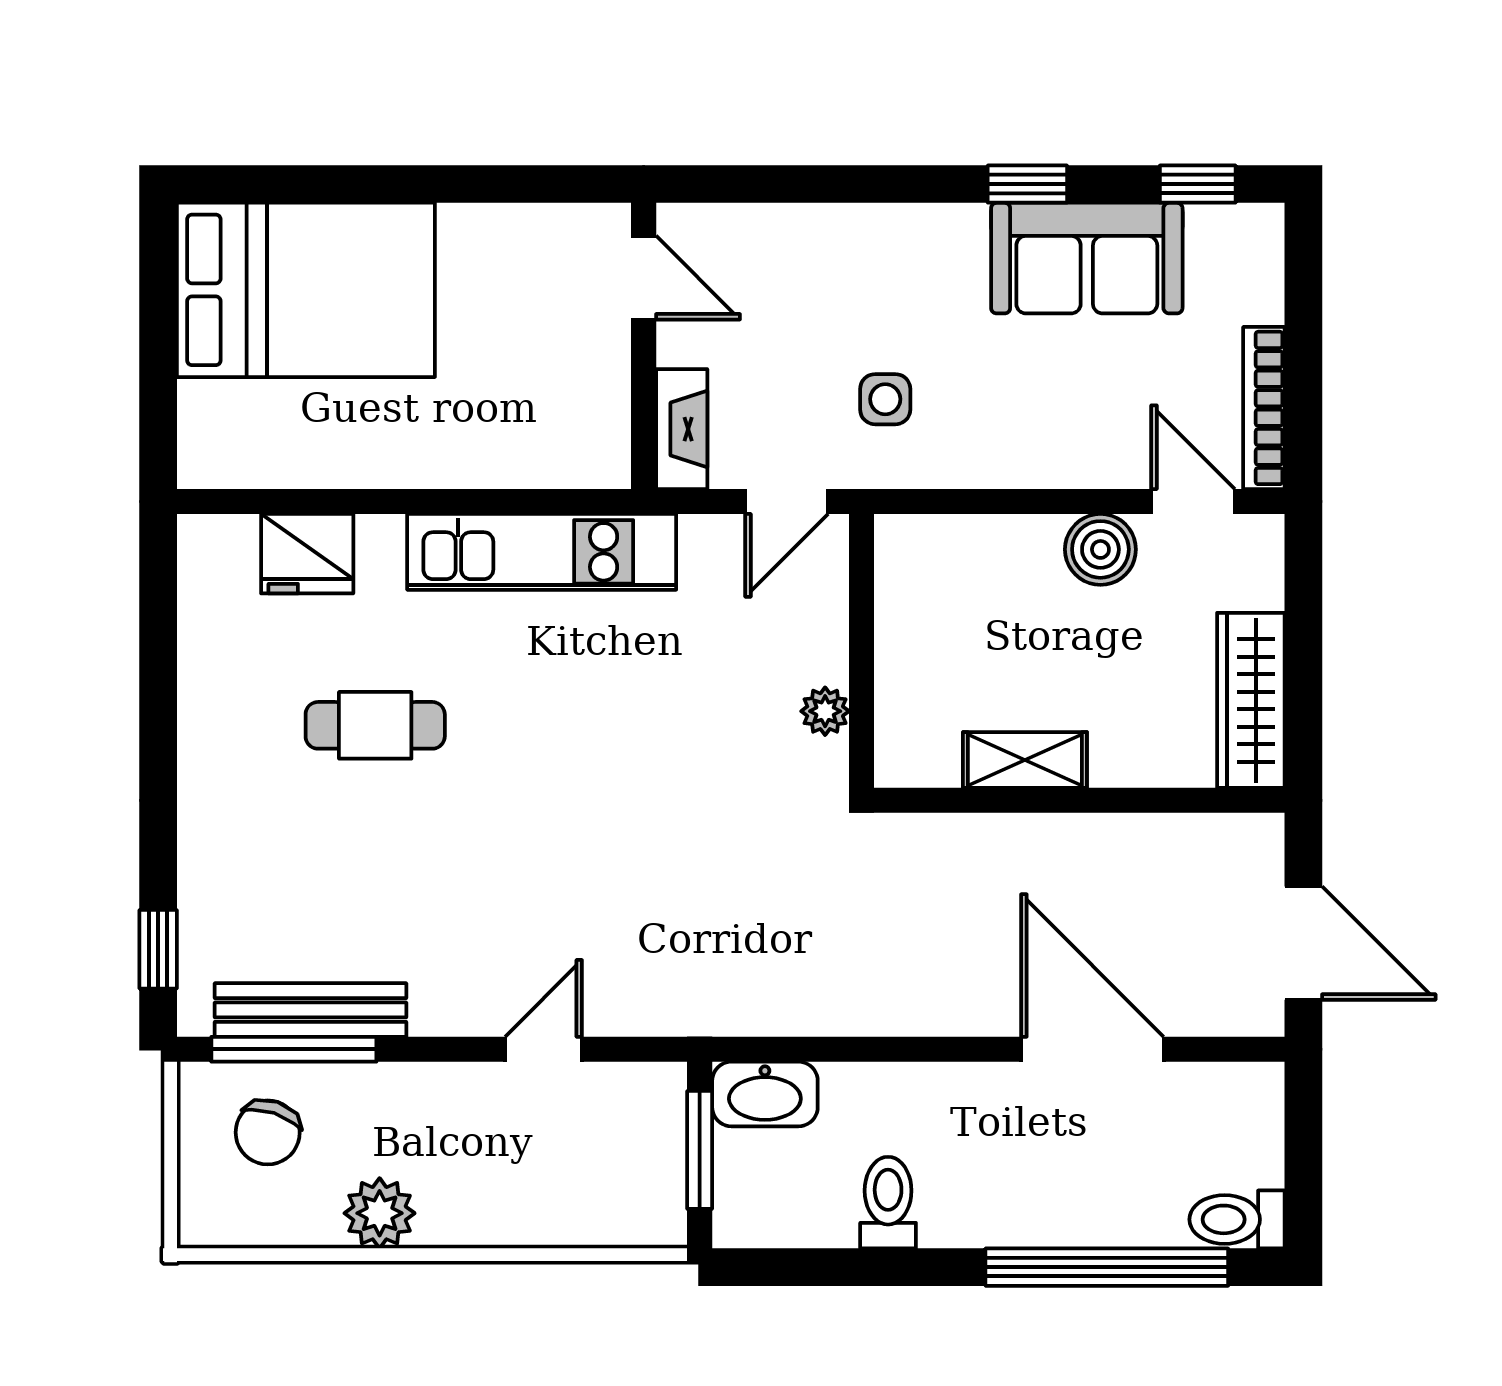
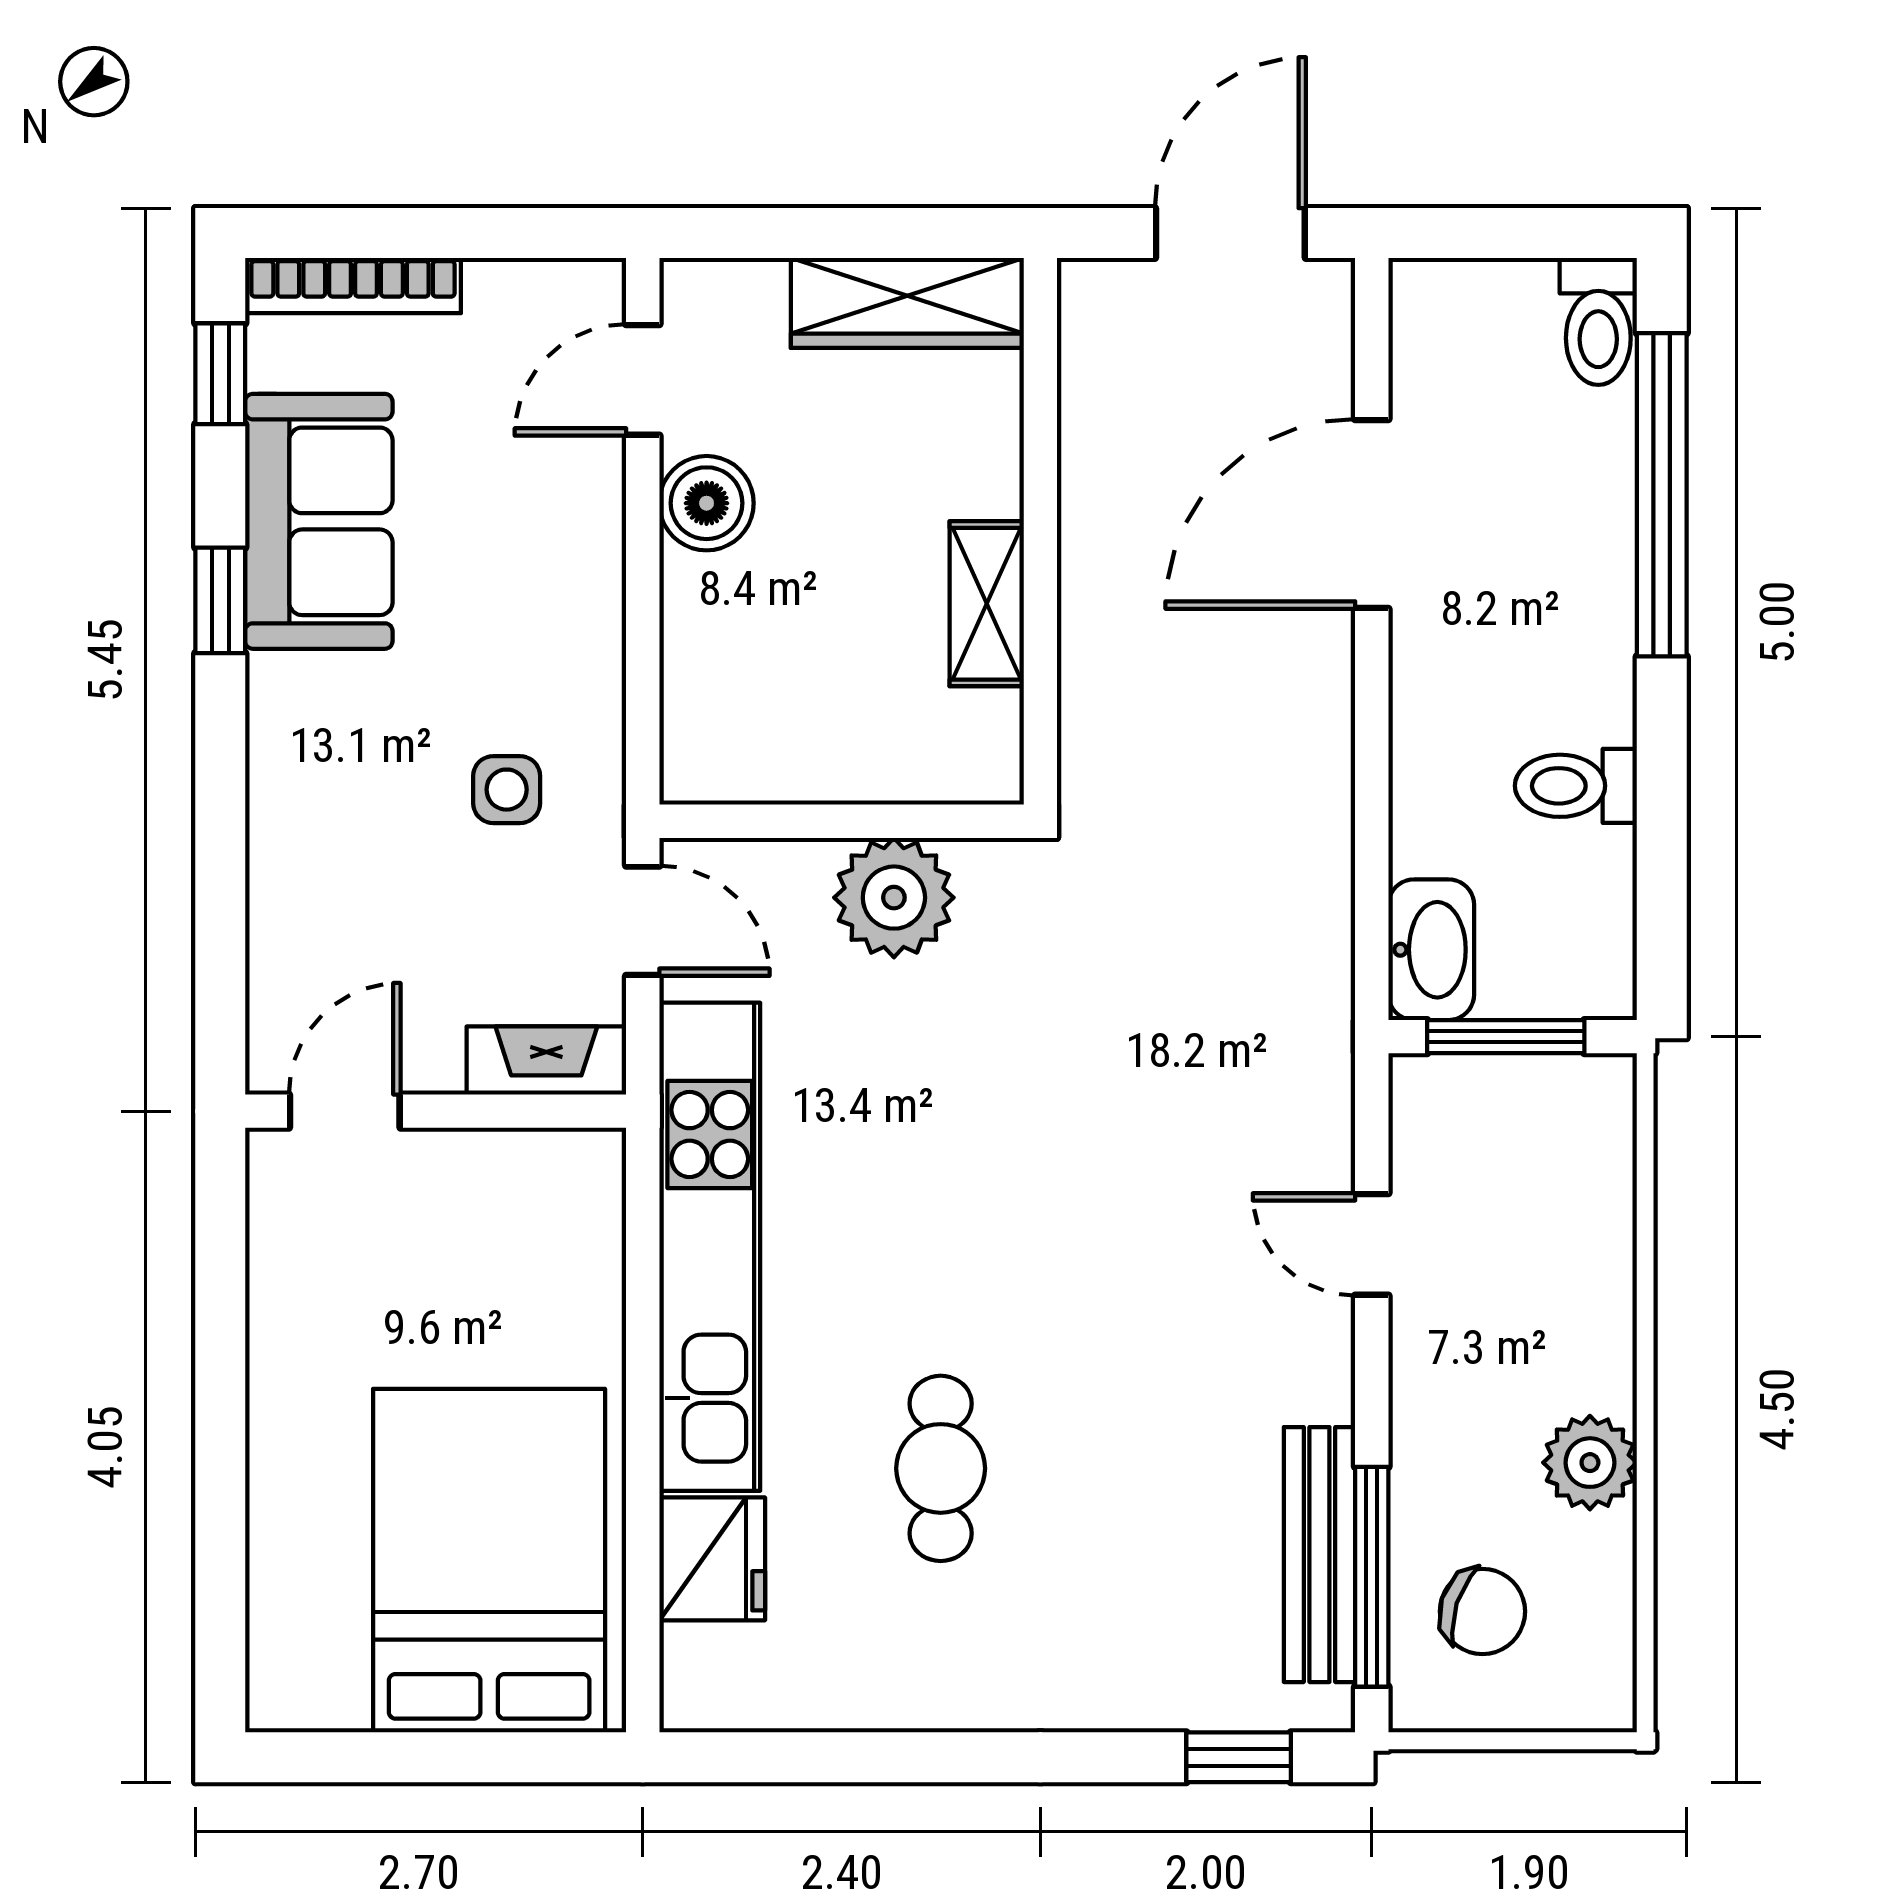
bed: (306, 290) -> (489, 1561), moved
bookcase: (1264, 408) -> (353, 286), moved
kitchen unit: (542, 552) -> (710, 1247), width x1.36
plant: (825, 711) -> (894, 898), width x1.88, depth x1.88

